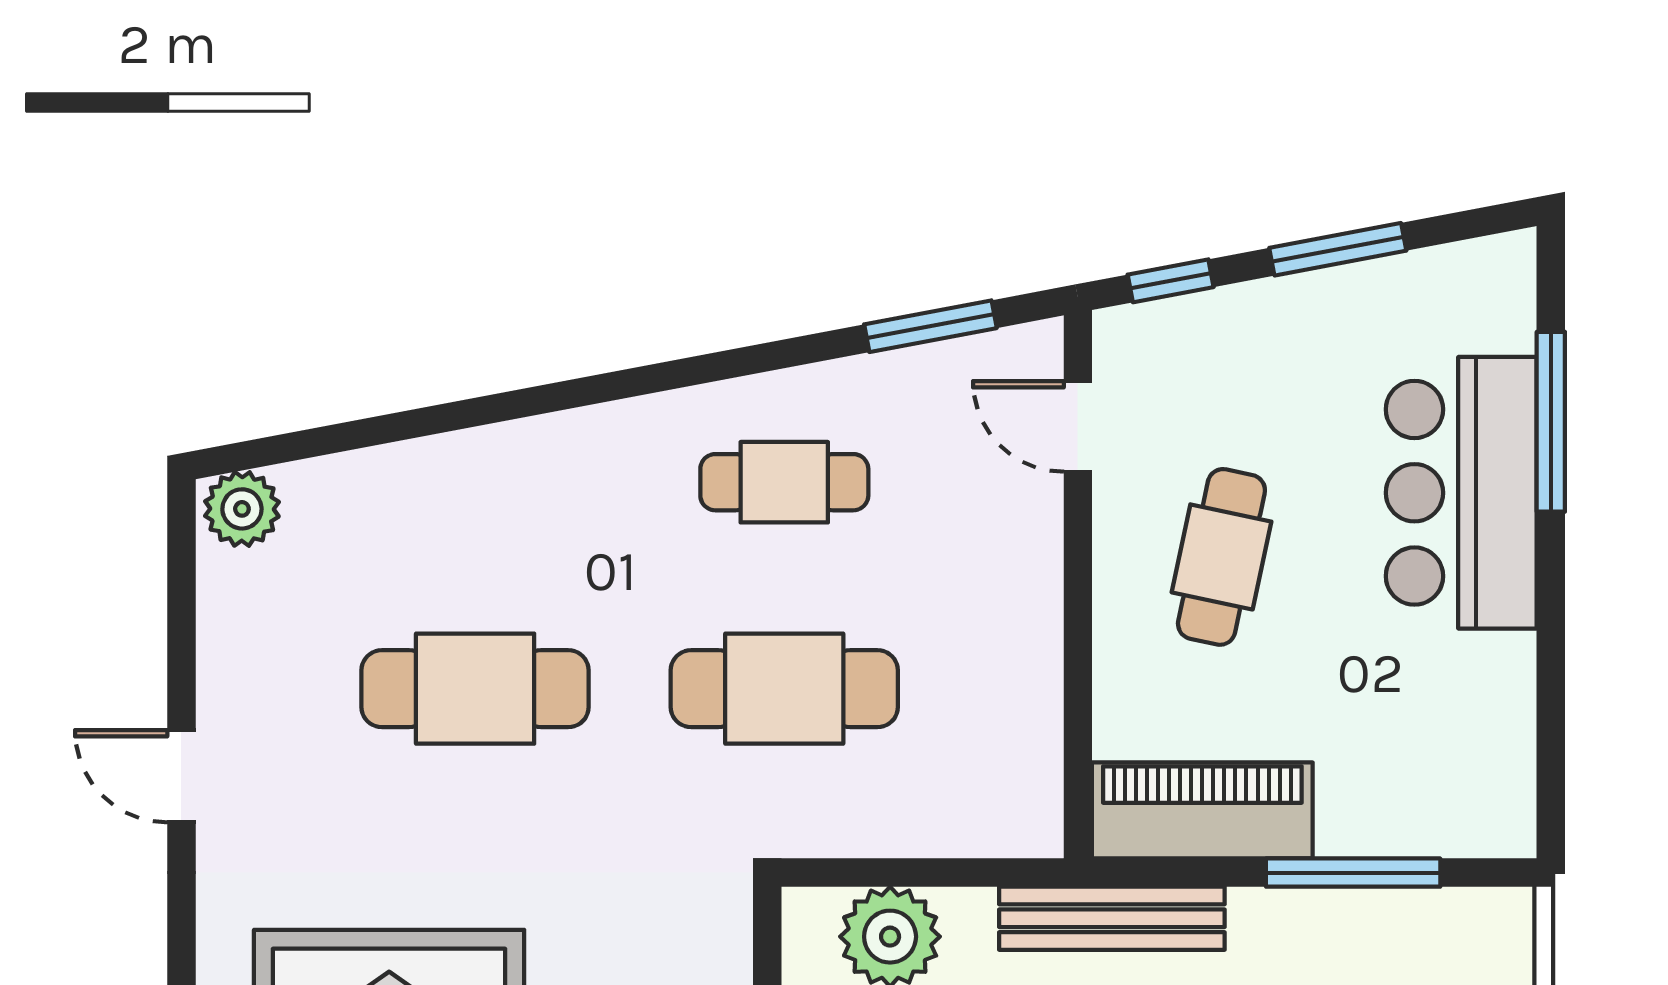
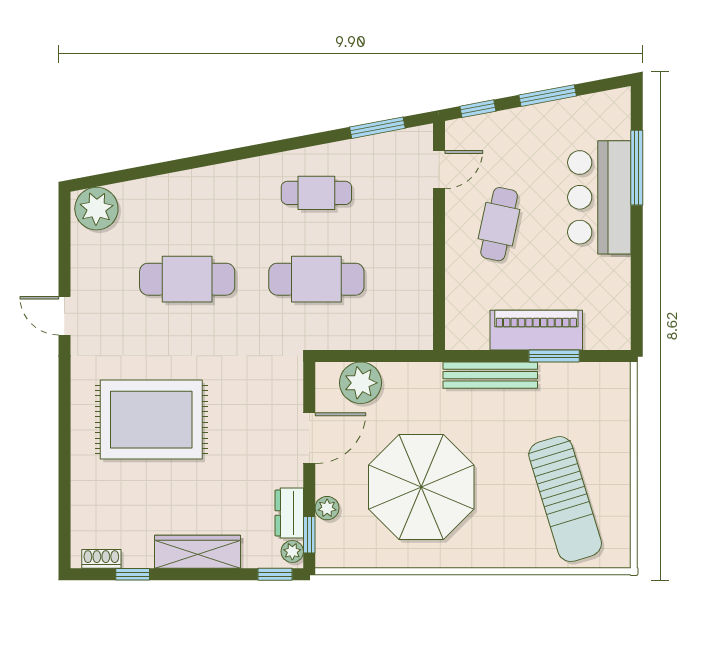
door: (1078, 426) -> (439, 170), swing flipped
plant: (242, 509) -> (96, 209), width x1.36, depth x1.36
piano: (1202, 810) -> (536, 330), moved
window: (1353, 873) -> (554, 356), width x0.69
bench: (1112, 918) -> (490, 375), moved

